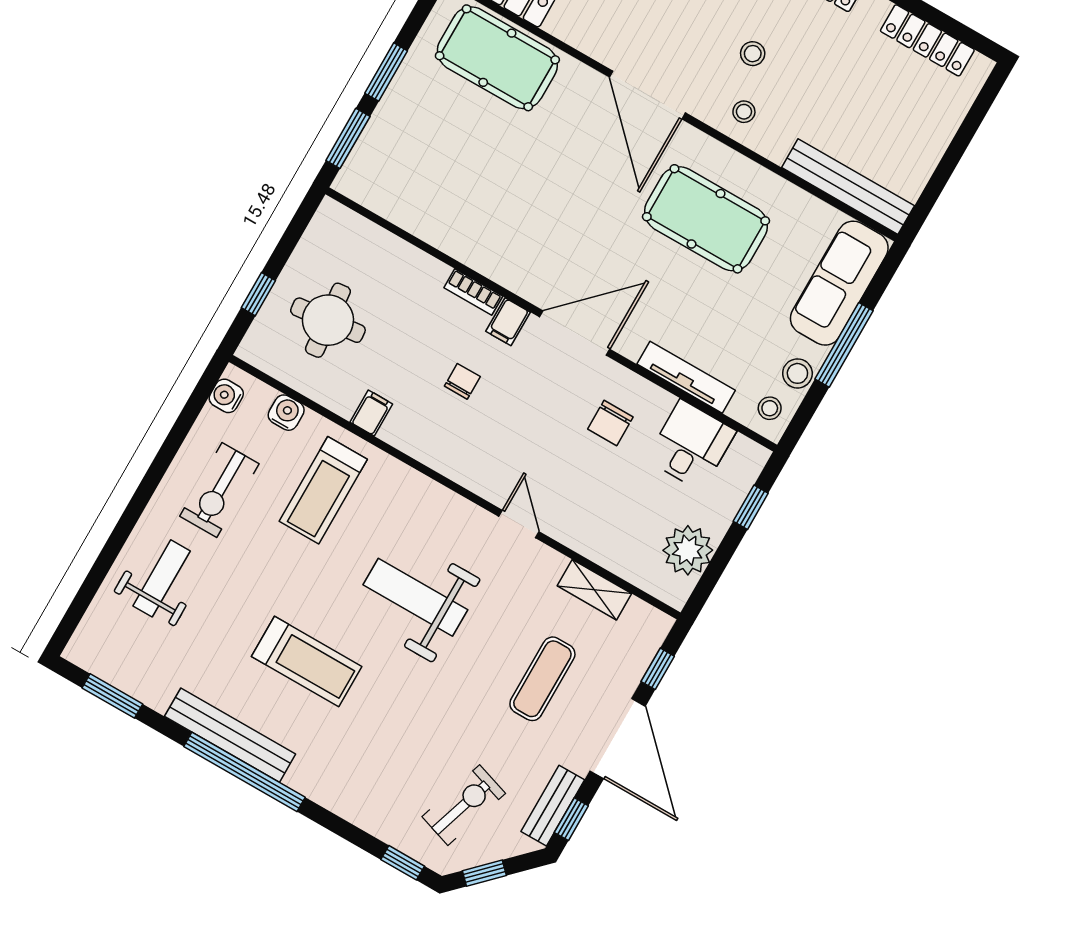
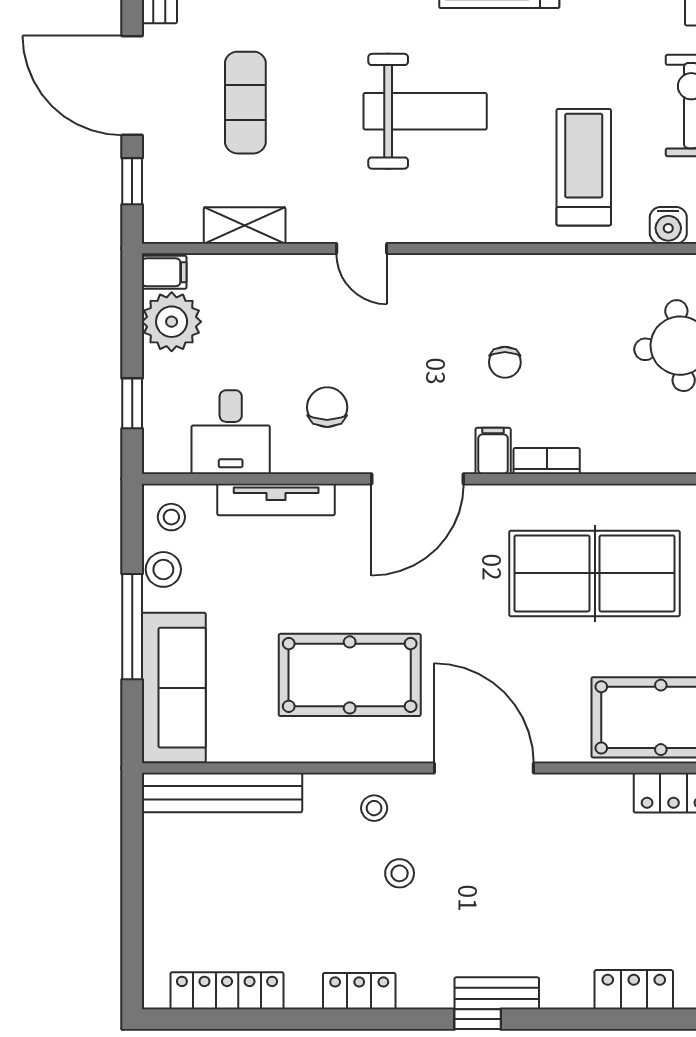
table tennis table: (485, 190) -> (595, 573), added
filing cabinet: (371, 413) -> (164, 272), moved, turned -90

